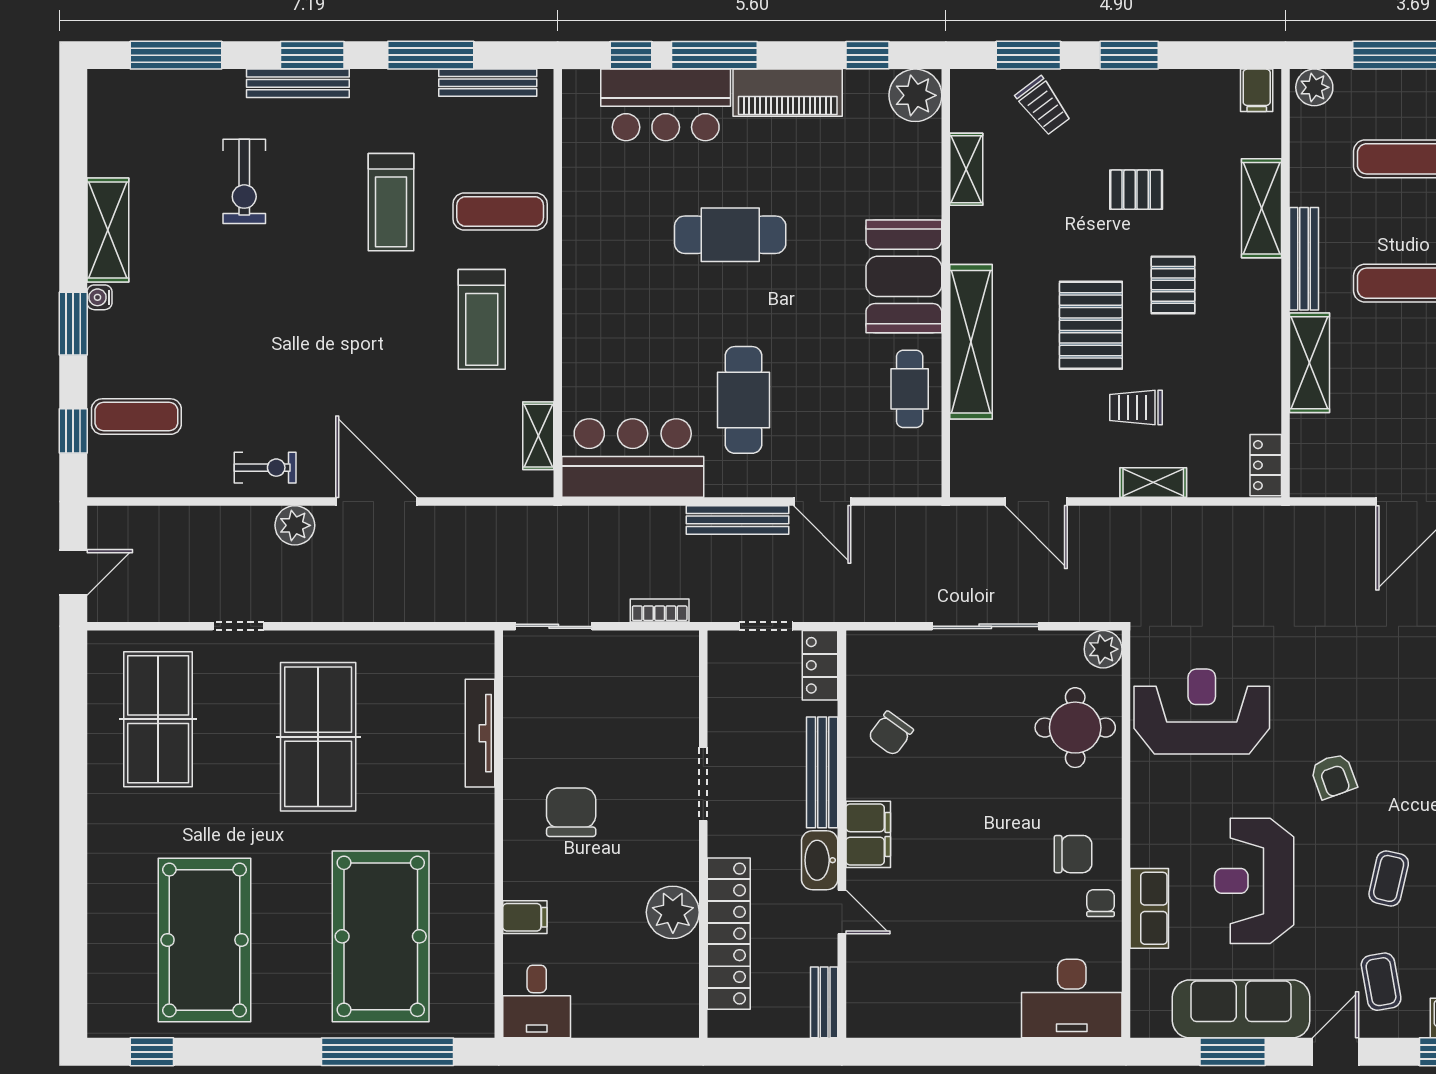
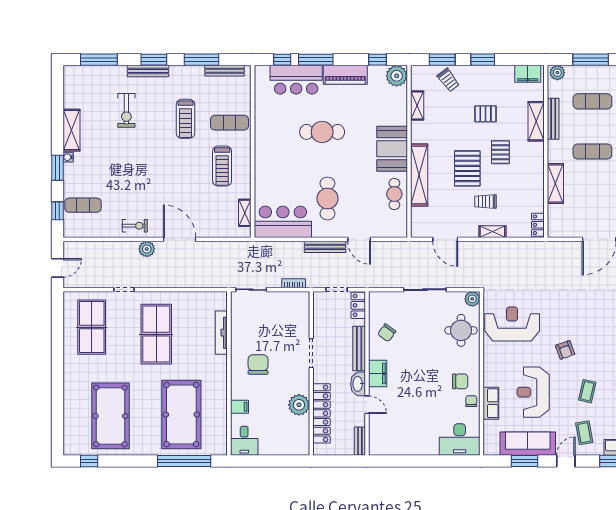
filing cabinet: (1257, 90) -> (528, 74), width x2.00
bench: (1304, 259) -> (553, 119), moved

